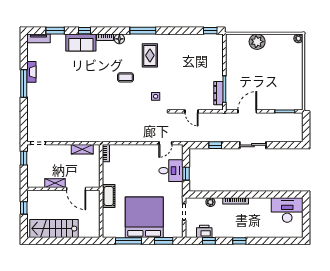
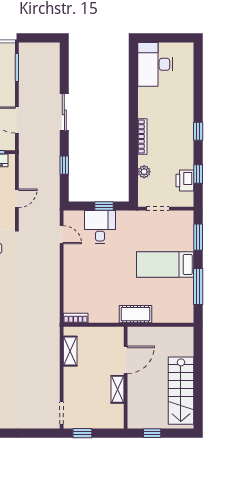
bed: (144, 217) -> (165, 264), width x0.49

